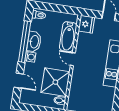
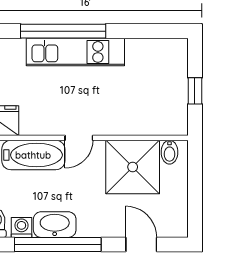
washing machine: (30, 57) -> (21, 227), moved
door: (19, 81) -> (141, 244), hinge flipped

